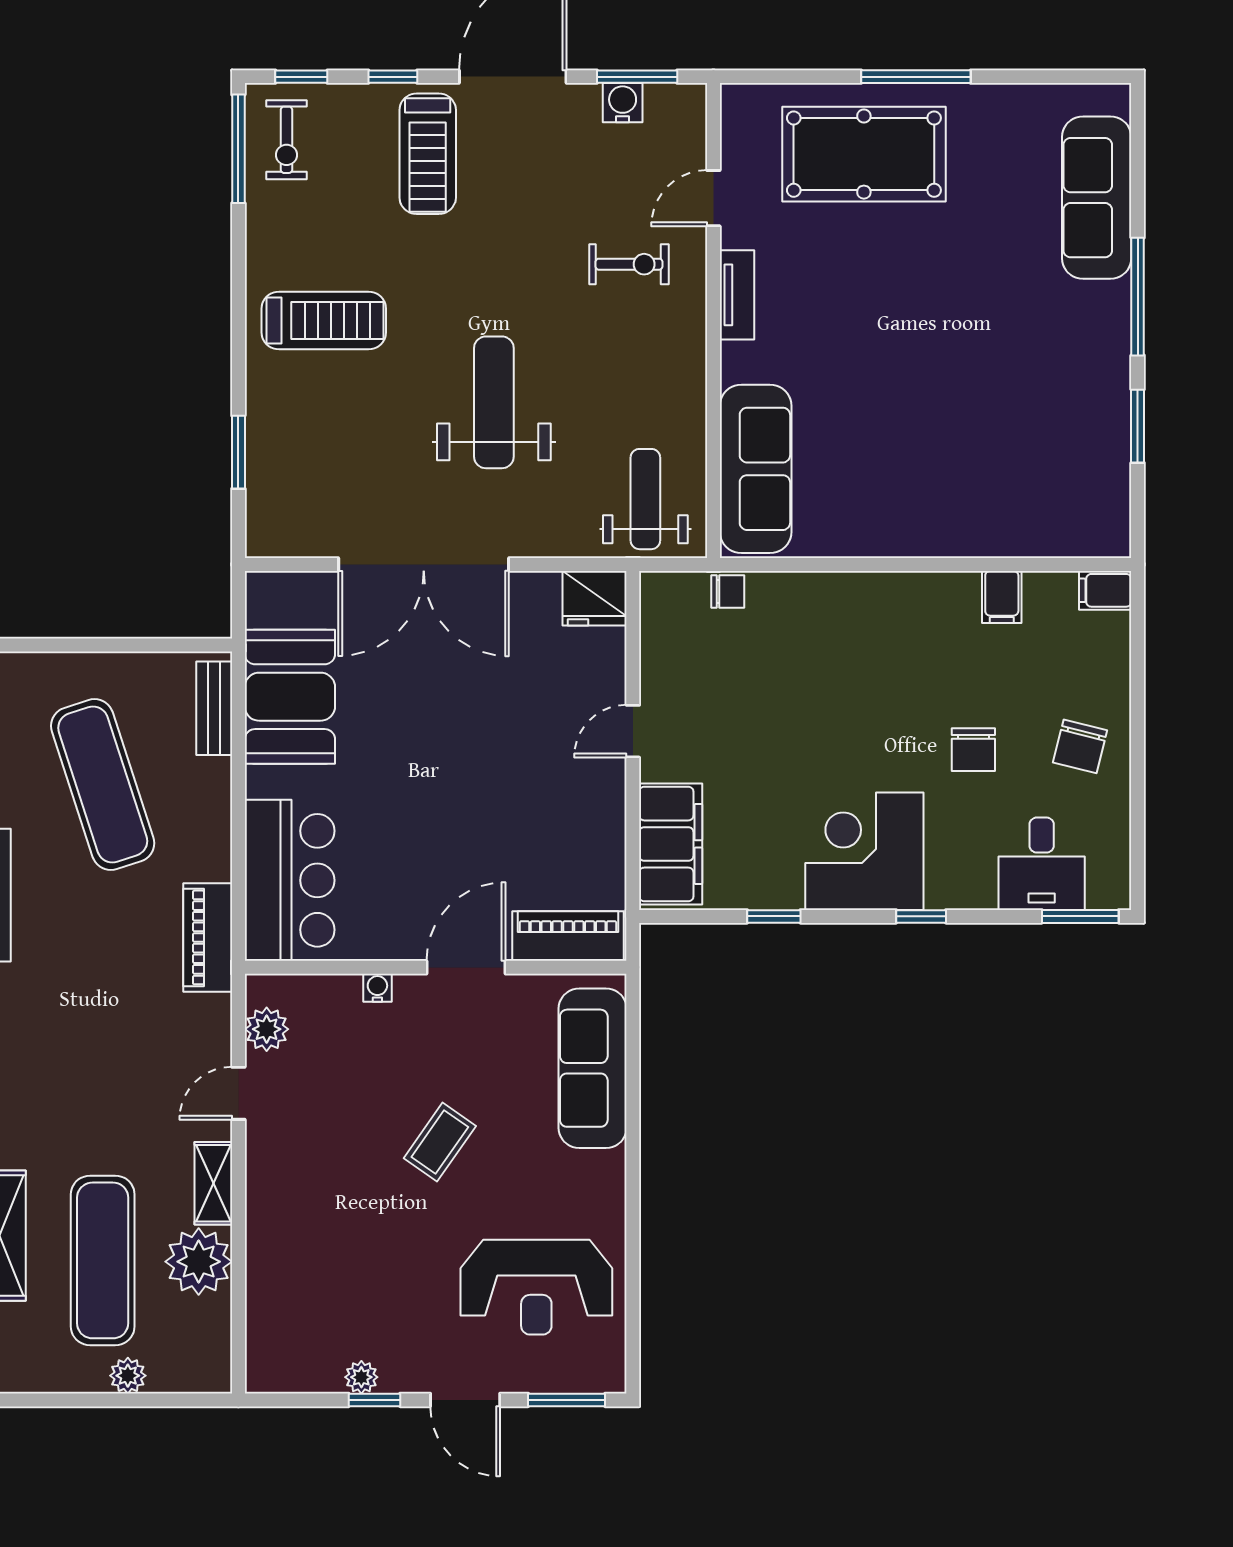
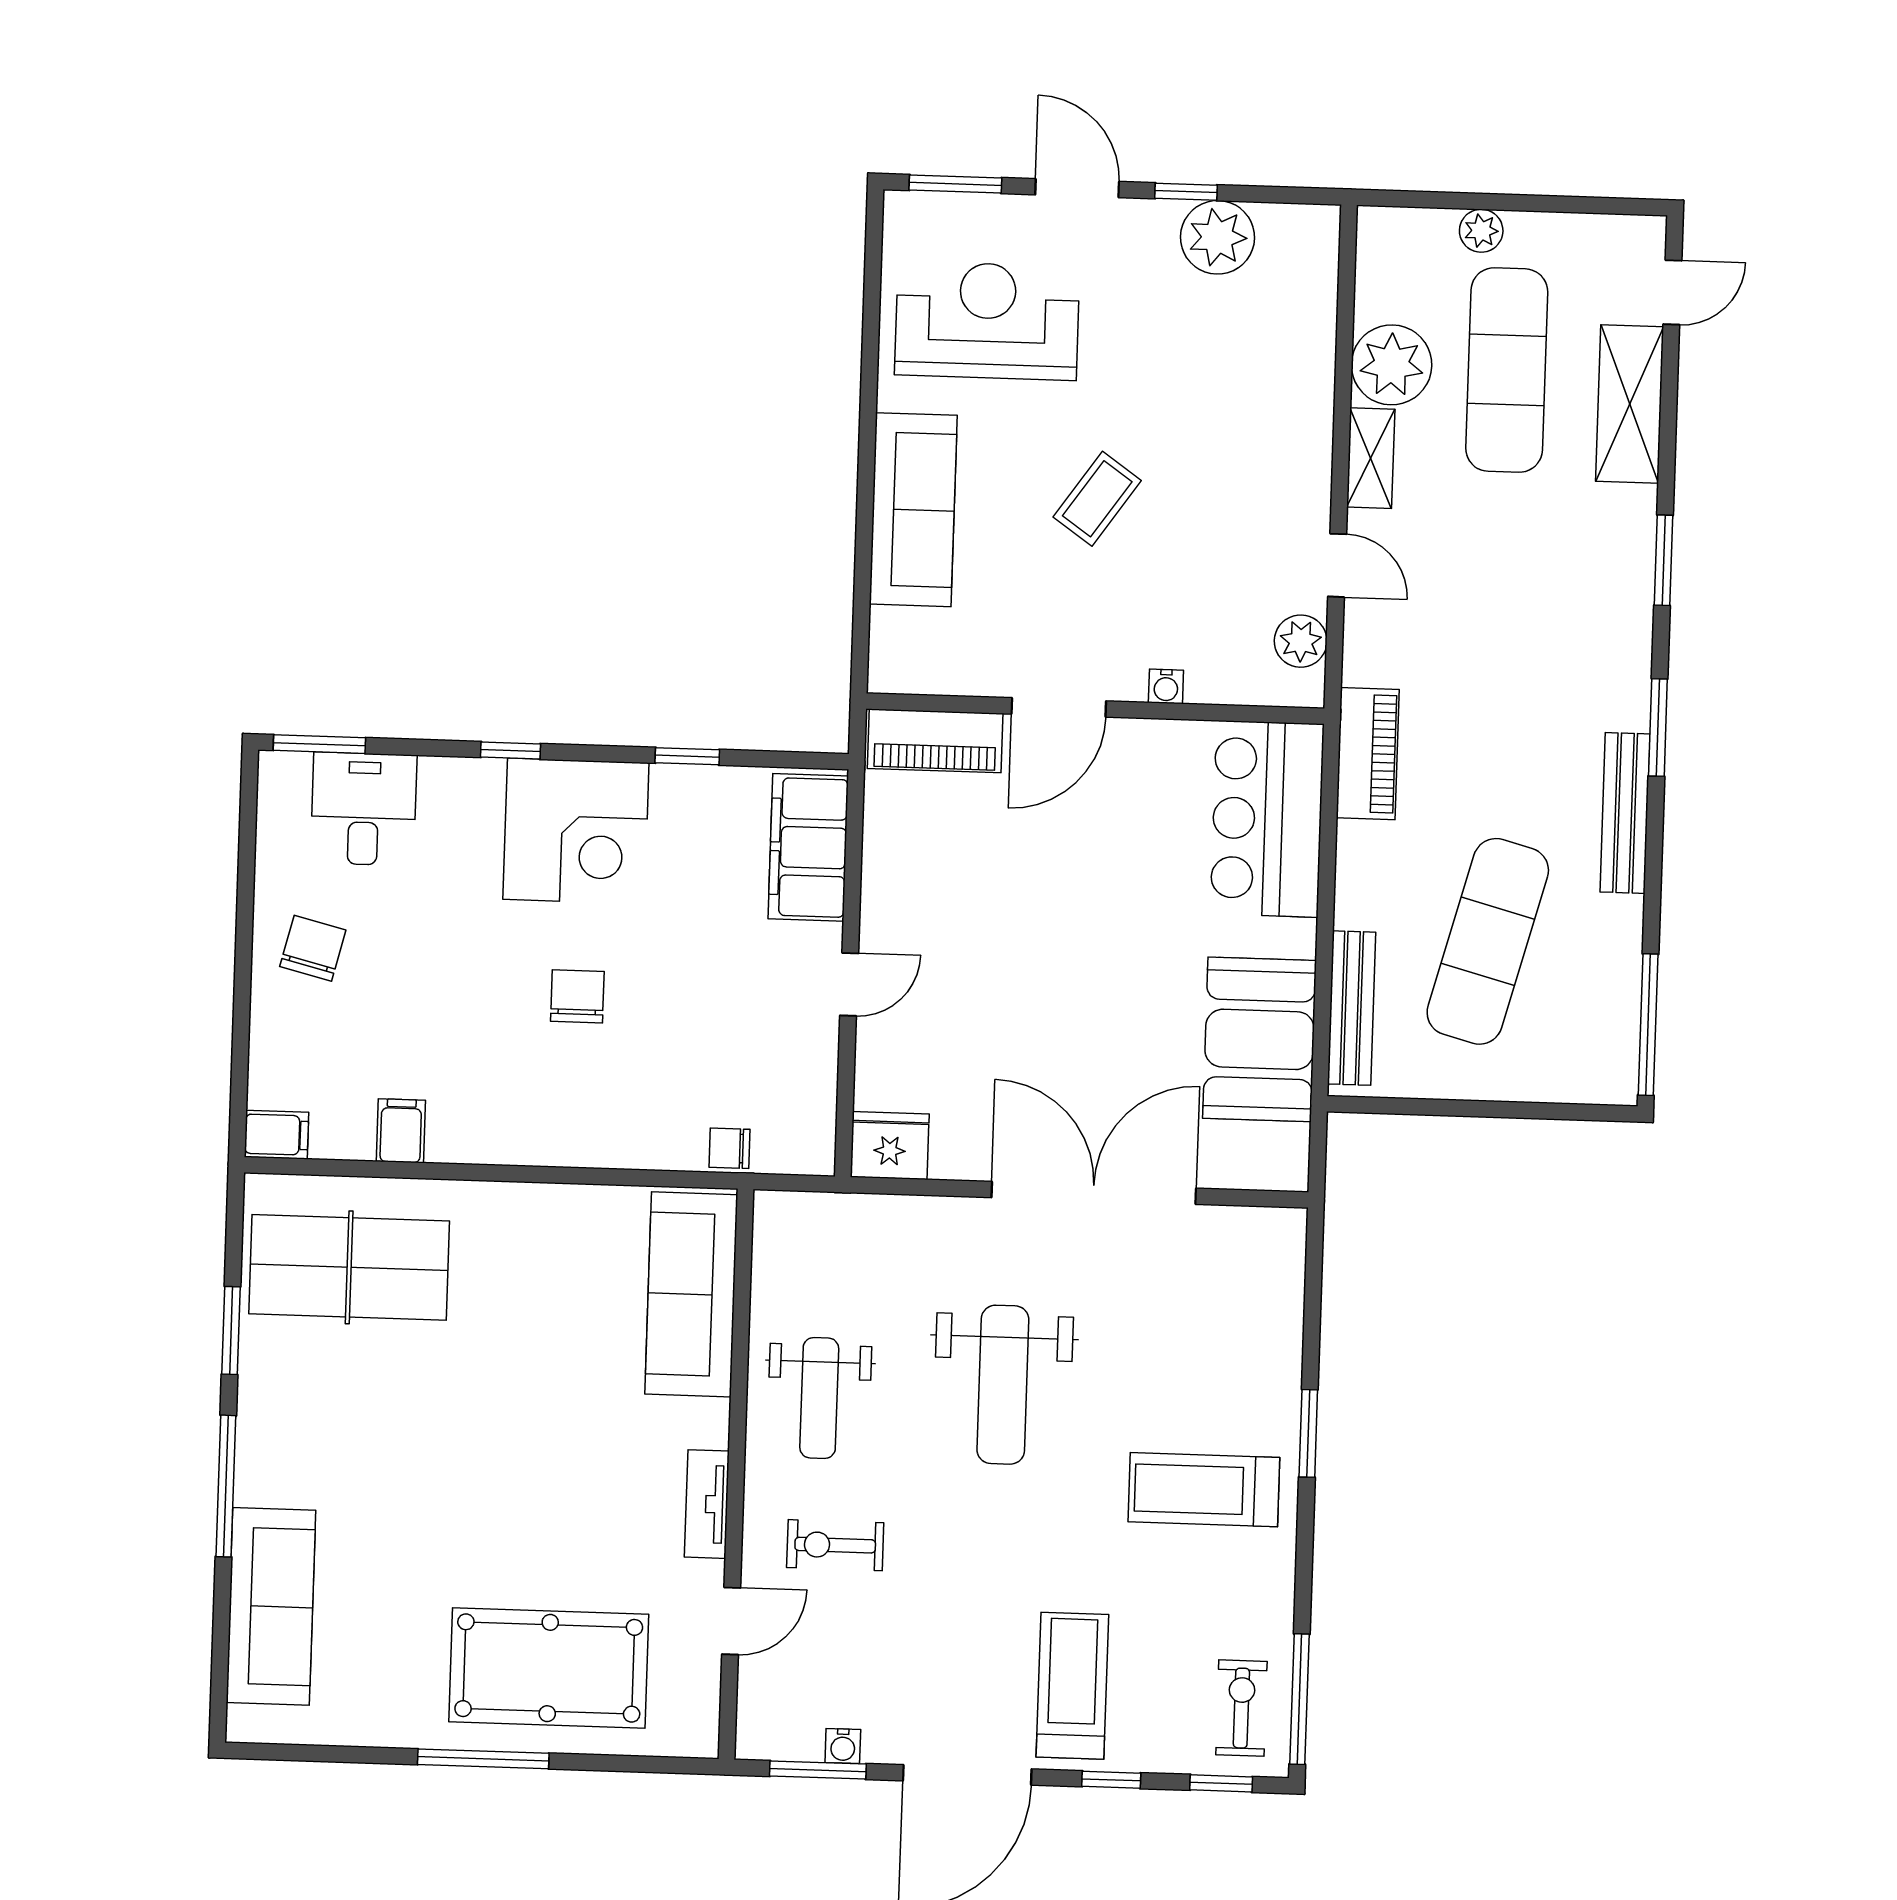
water cooler: (623, 103) -> (843, 1746), width x0.72, depth x0.72
window: (238, 452) -> (1308, 1433), moved
table tennis table: (1041, 482) -> (349, 1267), added
weight bench: (645, 499) -> (819, 1398), moved
bench: (214, 708) -> (1352, 1008), width x1.36
chair: (973, 750) -> (577, 996), moved
exercise mat: (103, 785) -> (1488, 941), turned 33
sofa: (593, 1068) -> (913, 510), moved
door: (238, 1093) -> (1337, 565), hinge flipped
plant: (361, 1377) -> (1218, 237), width x1.88, depth x1.88

